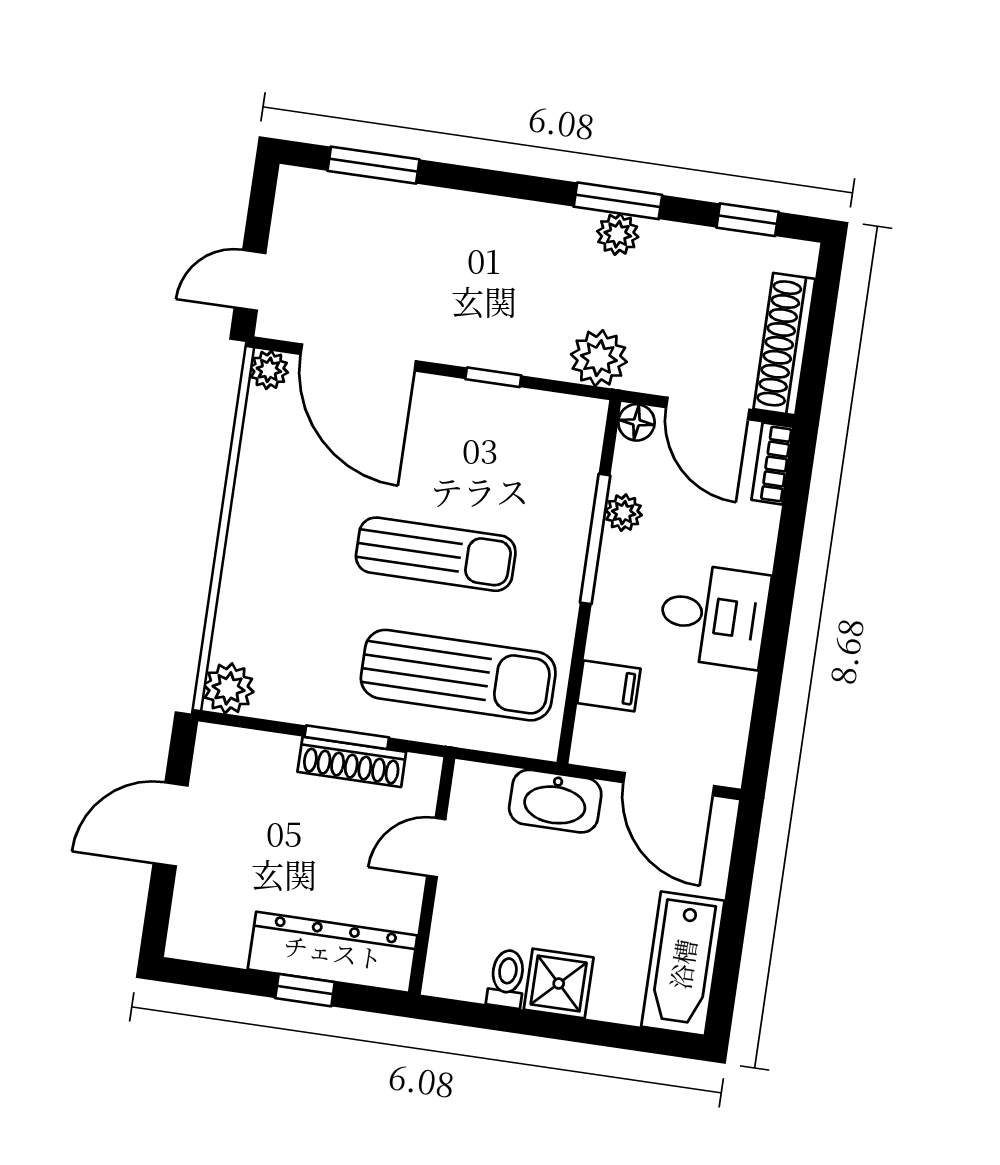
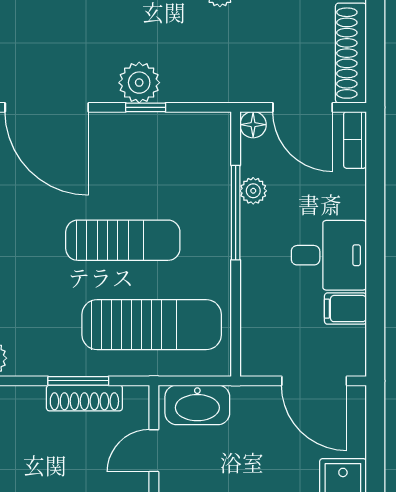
plant: (599, 358) -> (139, 83), moved
filing cabinet: (609, 686) -> (345, 309), moved, turned 180
washbasin: (555, 801) -> (197, 405), moved

